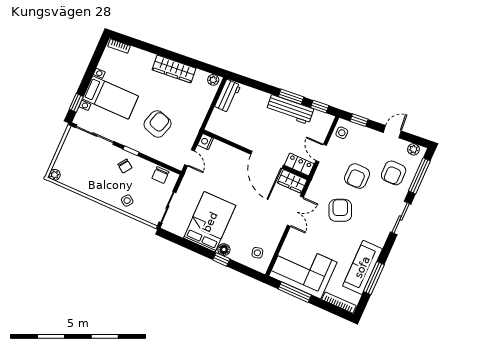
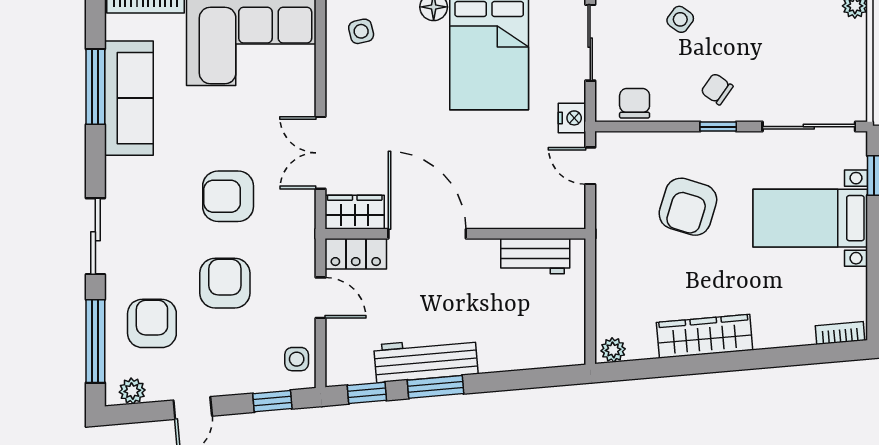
workbench: (228, 96) -> (535, 256), moved, turned -90
nightstand: (205, 142) -> (572, 118), moved
armchair: (340, 210) -> (228, 196), turned 114

